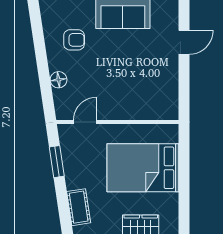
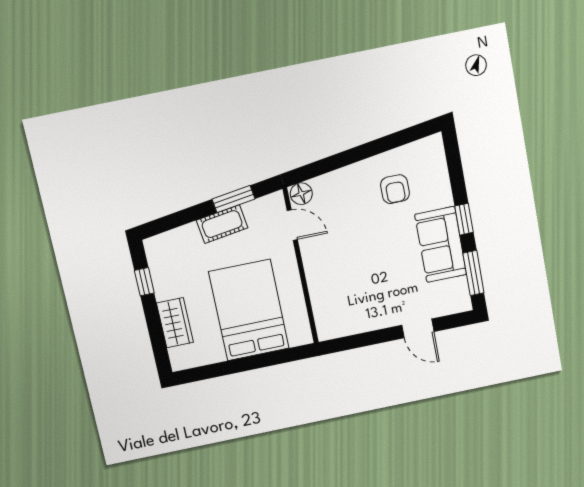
floor lamp: (59, 80) -> (301, 194), moved
cot: (79, 207) -> (222, 224), moved

